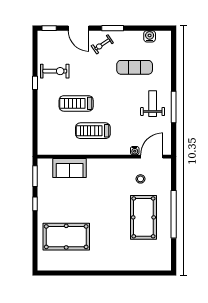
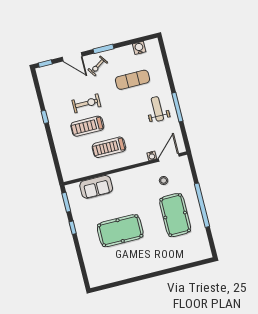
exercise bike: (55, 71) -> (86, 103), moved
pool table: (66, 237) -> (120, 231), moved

